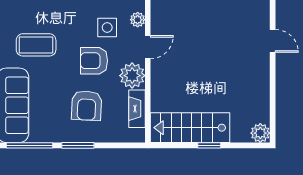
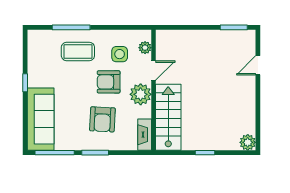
door: (273, 41) -> (258, 65), swing flipped
coffee table: (36, 45) -> (78, 51), moved
fireplace: (137, 109) -> (145, 135), moved
stairs: (190, 128) -> (168, 117), moved, turned 90

